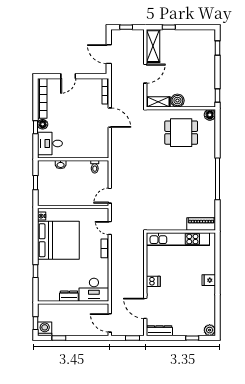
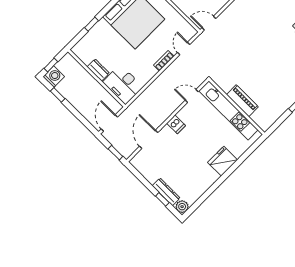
piano: (201, 224) -> (242, 101), moved
door: (145, 253) -> (192, 96), added
fridge: (209, 280) -> (223, 161), width x1.88, depth x1.34
dresser: (159, 331) -> (166, 192), moved

